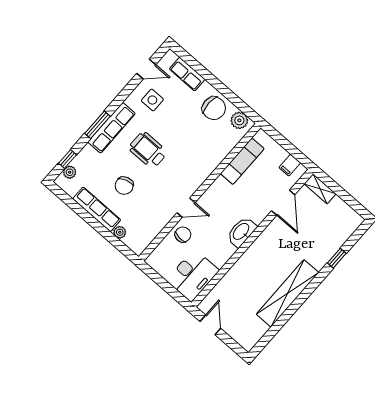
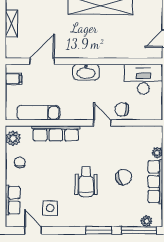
chair: (214, 108) -> (20, 162), width x0.54, depth x0.54
row of seats: (112, 128) -> (56, 133), moved, turned 180
window: (67, 159) -> (139, 230), width x2.17
shelving: (320, 189) -> (12, 23), moved

